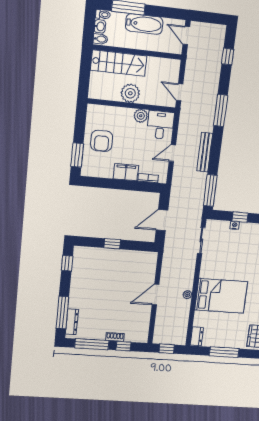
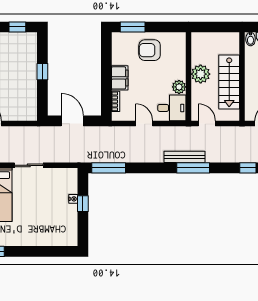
stairs: (119, 63) -> (229, 82), moved
door: (180, 92) -> (207, 124), hinge flipped
bench: (205, 152) -> (184, 157), moved
sliding door: (201, 240) -> (29, 165), moved

